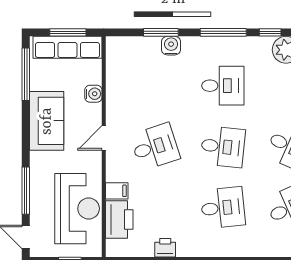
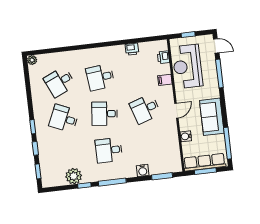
window: (161, 32) -> (162, 176), moved
printer: (119, 219) -> (163, 57), width x0.53, depth x0.68

